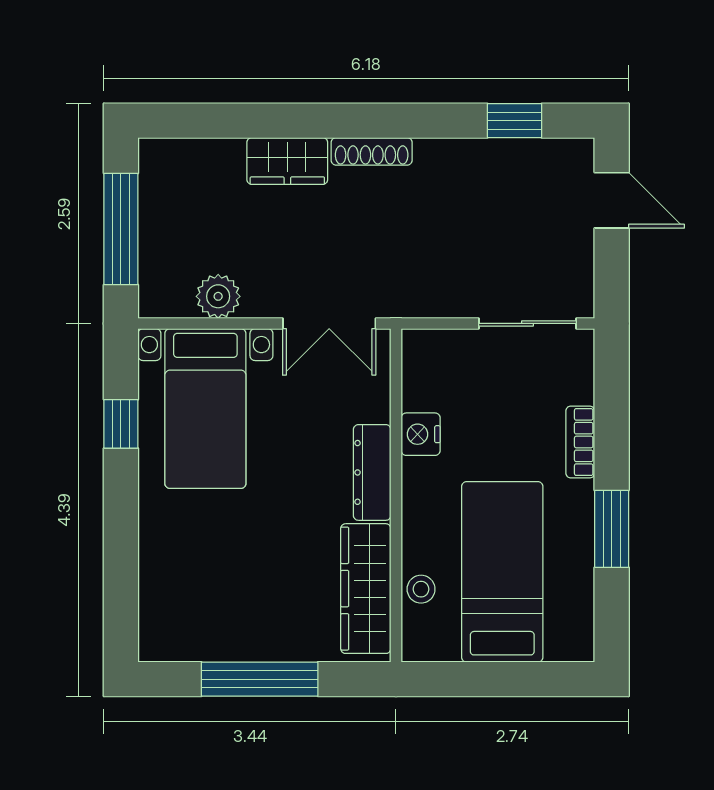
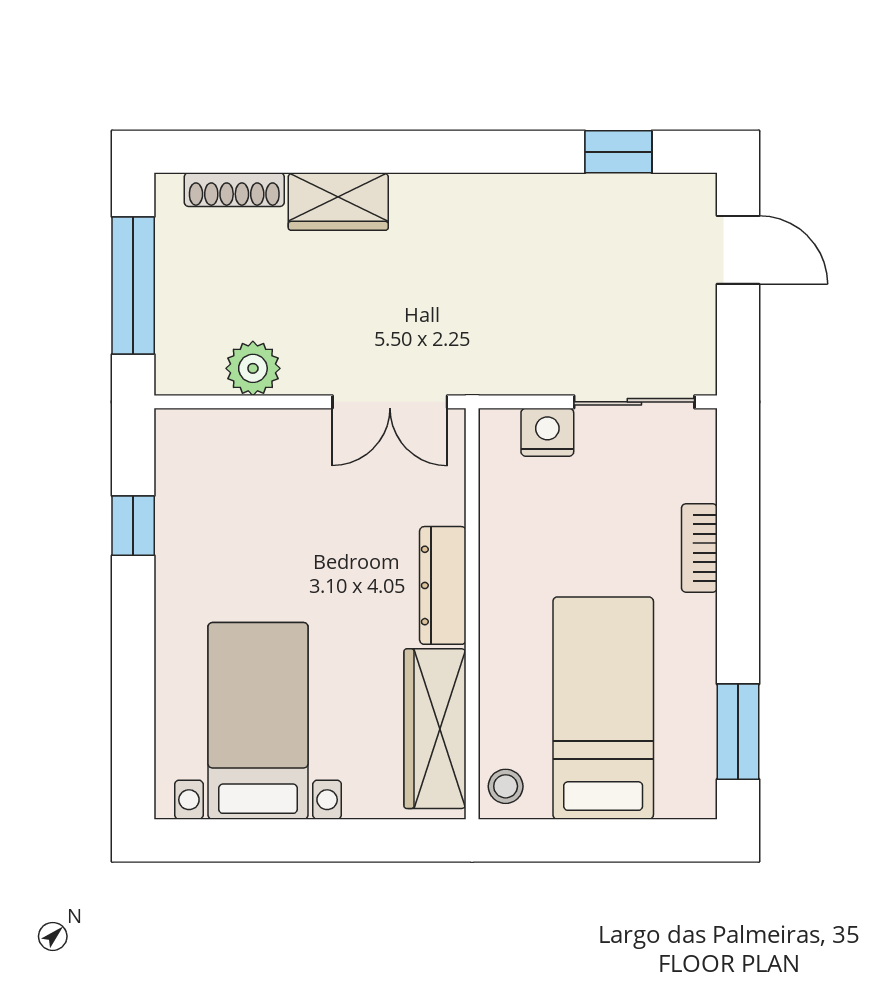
shoe rack: (372, 151) -> (234, 190), moved
bed with nightstands: (205, 408) -> (258, 721), moved, turned 180
nightstand: (421, 434) -> (547, 432), moved, turned 90
window: (612, 529) -> (738, 732), moved
stool: (421, 589) -> (506, 786), moved
window: (260, 679) -> (304, 840), removed

